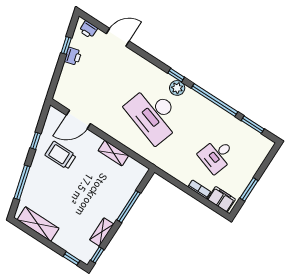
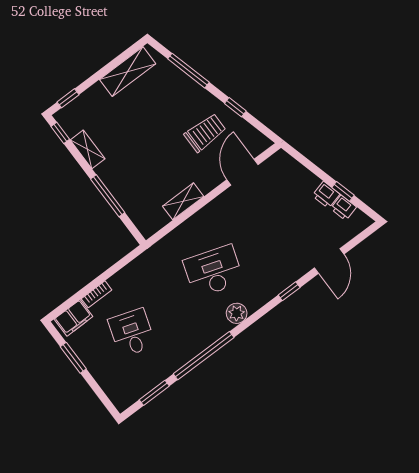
printer: (88, 29) -> (343, 208), moved, turned -105
window: (176, 75) -> (289, 291), moved
desk: (154, 115) -> (213, 271), width x0.73, depth x0.77

